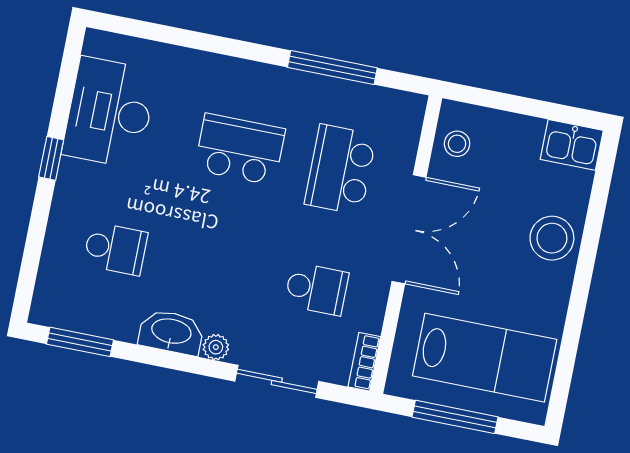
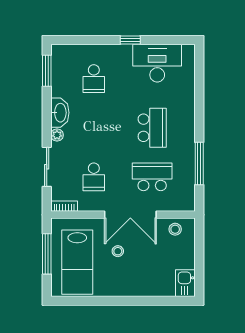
stool: (552, 238) -> (118, 251), moved, width x0.53, depth x0.53

